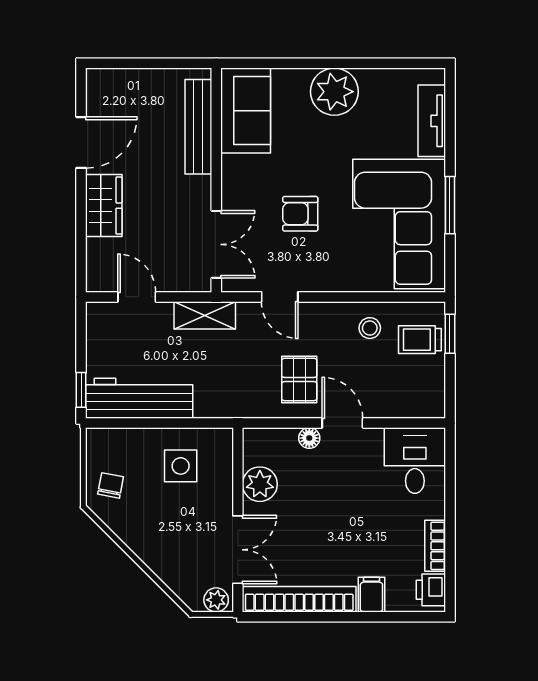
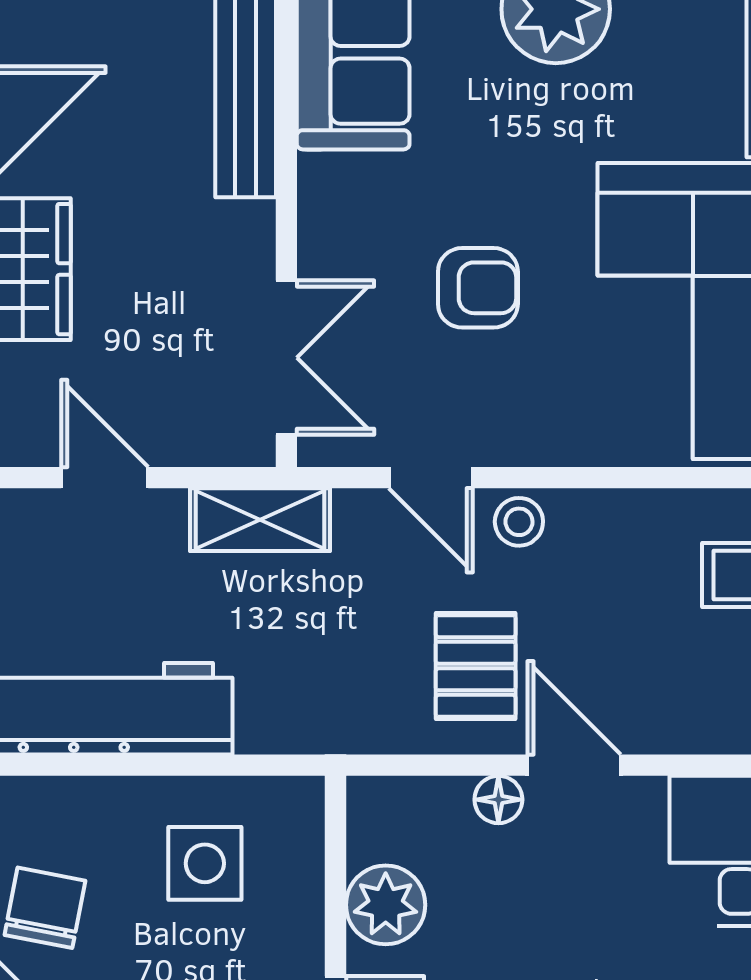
armchair: (300, 214) -> (478, 288), turned 180
stool: (370, 328) -> (519, 522), moved
chair: (111, 485) -> (45, 908), width x1.37, depth x1.37

